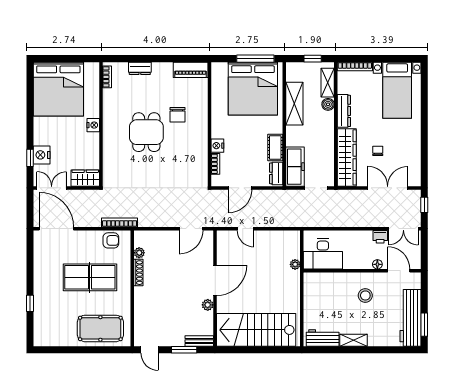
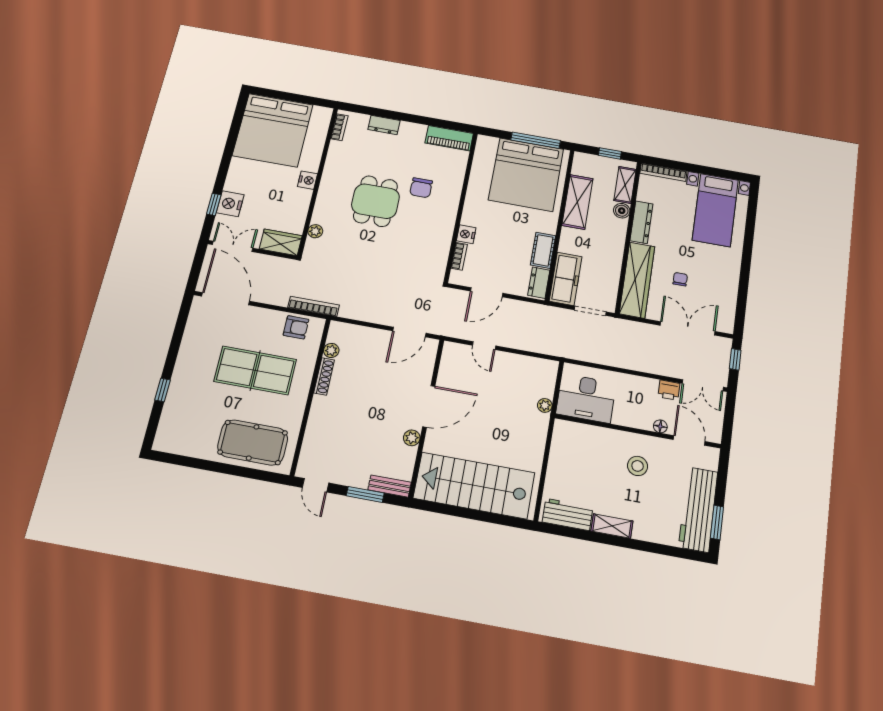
plant: (108, 165) -> (315, 231), added

